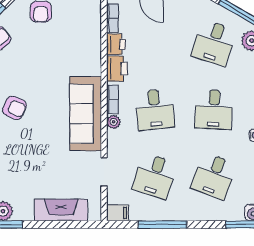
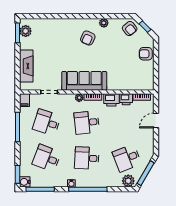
desk: (214, 43) -> (127, 158), turned -39

